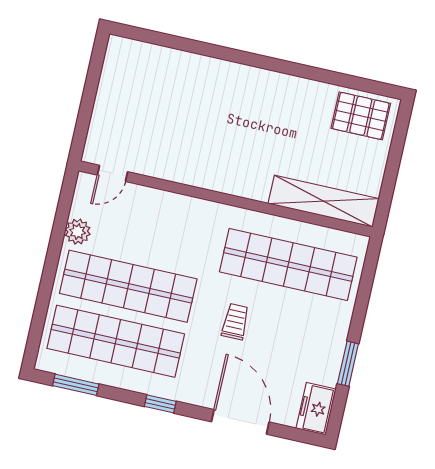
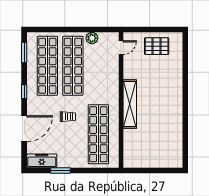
pallet: (361, 116) -> (157, 46), moved, turned 90
door: (112, 173) -> (121, 48), swing flipped
shelving: (324, 201) -> (130, 104), moved
freezer: (316, 409) -> (42, 161), width x1.40

